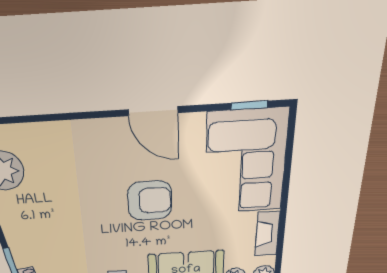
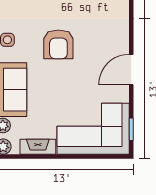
armchair: (150, 201) -> (58, 44), moved

